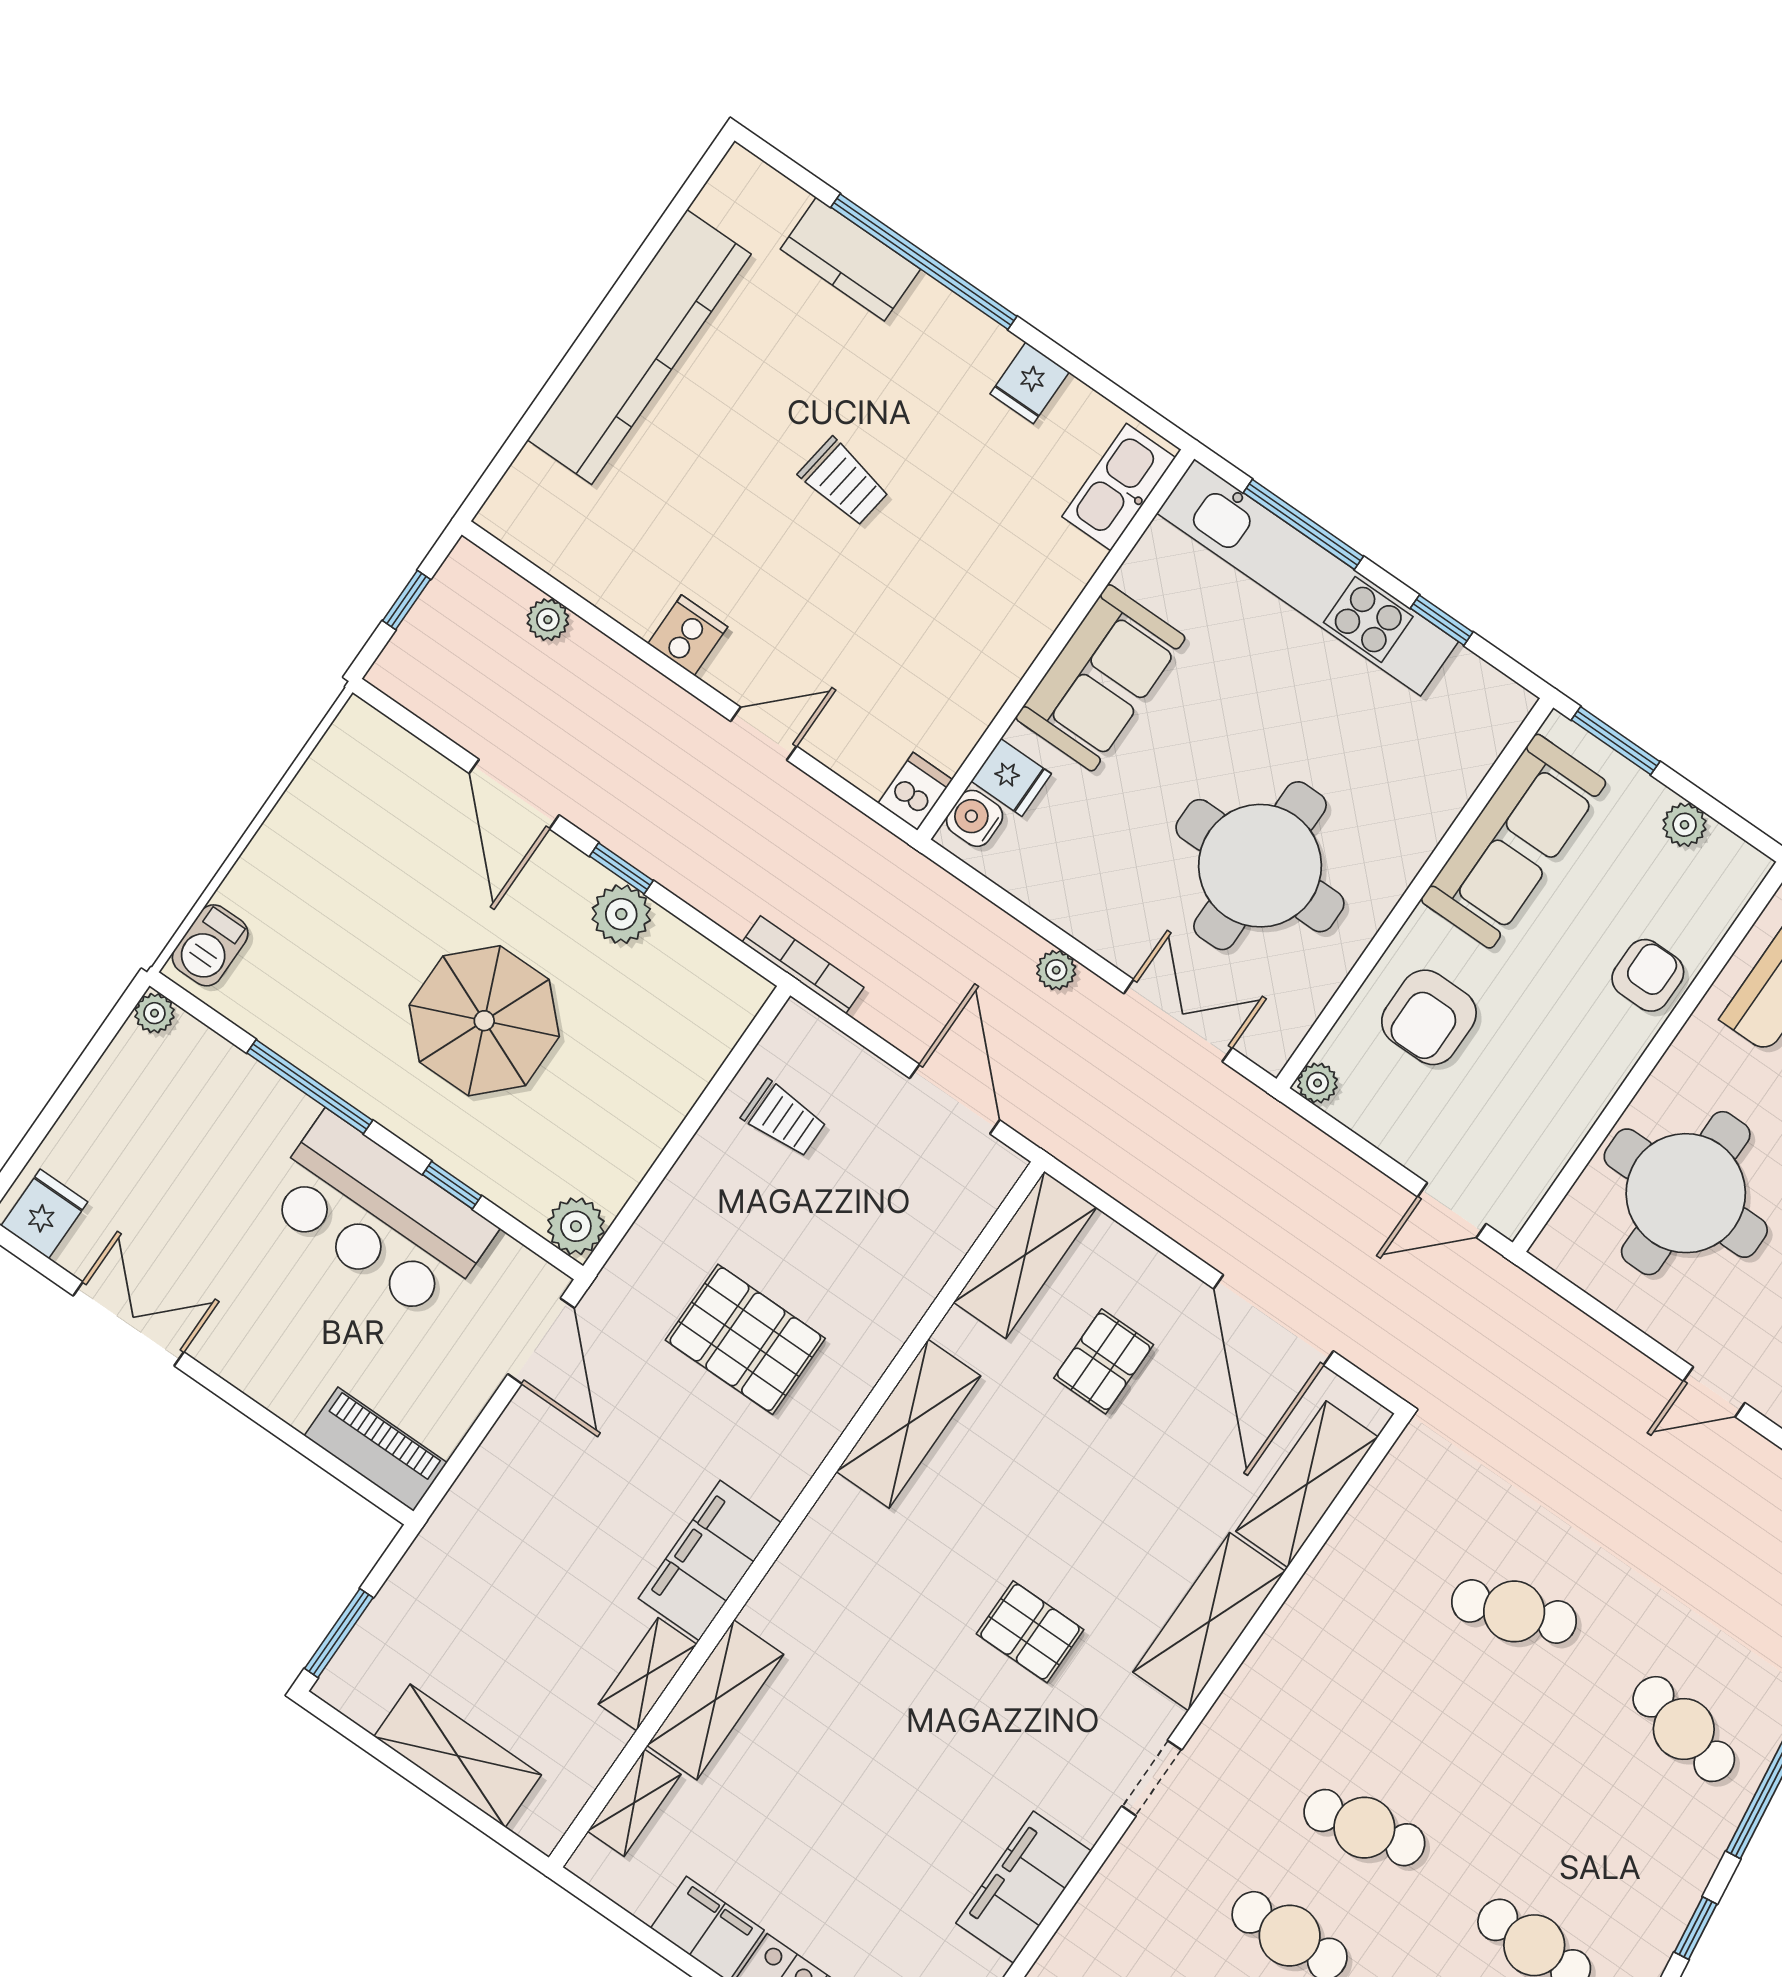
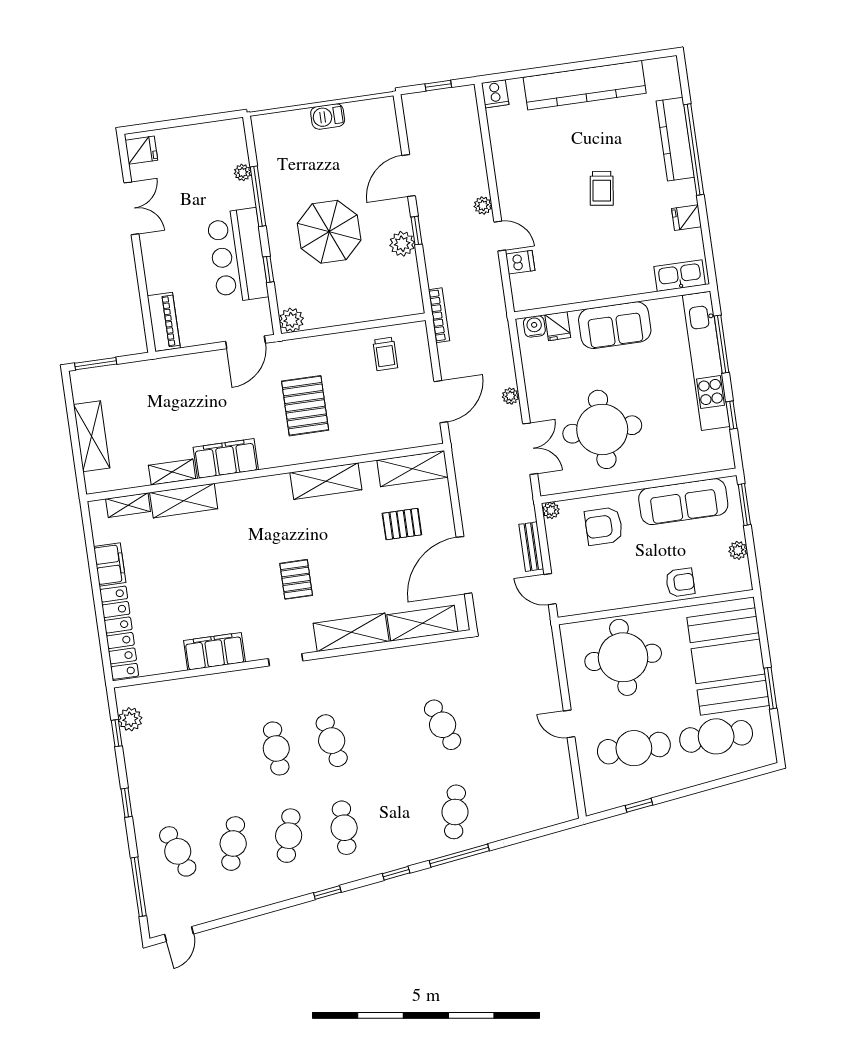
kitchen counter: (850, 259) -> (675, 139), width x1.50
plant: (548, 620) -> (483, 205), moved
cooker: (688, 635) -> (495, 94), moved, turned 90
dishwasher: (915, 791) -> (520, 262), moved
barbecue: (210, 945) -> (328, 116), moved
plant: (154, 1013) -> (243, 172), moved
bench: (1349, 1175) -> (531, 547), added

